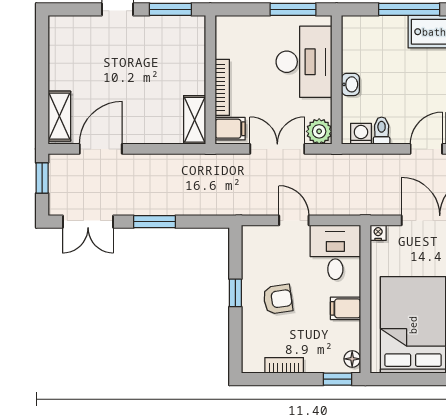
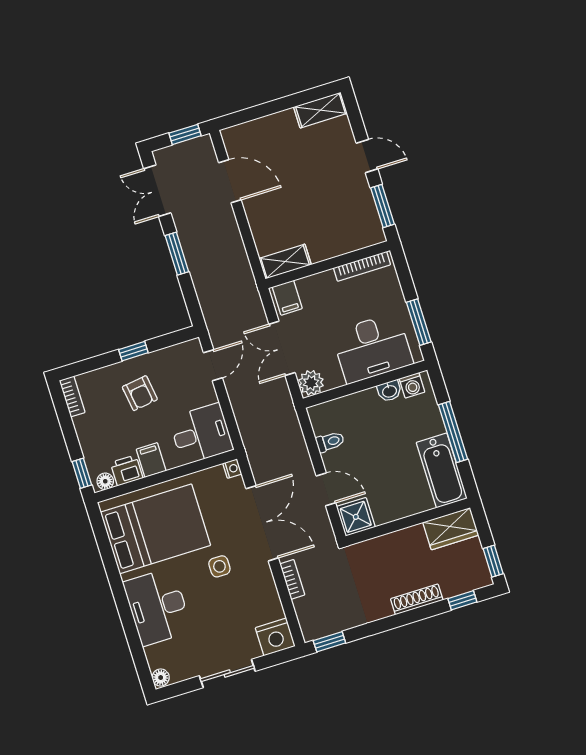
washbasin: (350, 84) -> (389, 391), moved
bookcase: (222, 87) -> (362, 266), moved
shelving: (59, 116) -> (320, 110), moved
washing machine: (361, 134) -> (412, 385), moved, turned 90
double door: (277, 149) -> (282, 348), swing flipped
door: (294, 220) -> (213, 365), moved
printer: (348, 335) -> (127, 470), added
bookcase: (284, 365) -> (72, 396), moved

